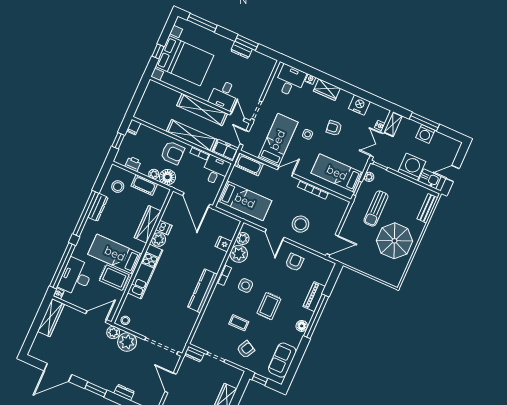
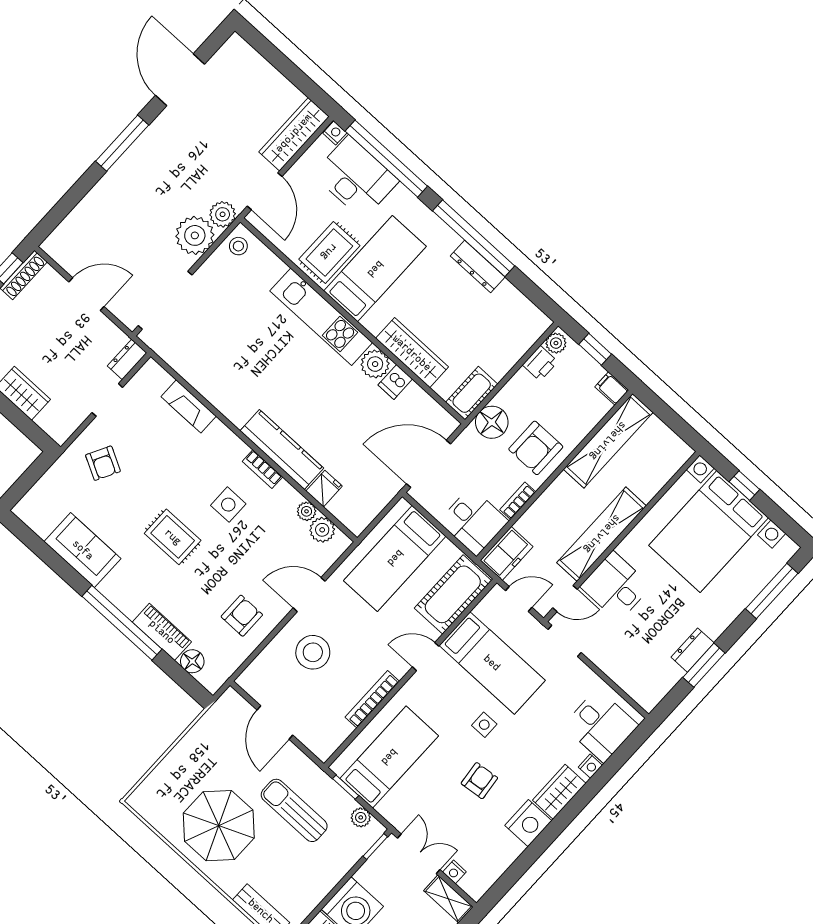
nightstand: (359, 105) -> (528, 823), moved
shelving: (192, 136) -> (608, 441), moved
cot: (249, 165) -> (453, 594), width x1.37, depth x1.34
door: (285, 172) -> (426, 657), swing flipped
plant: (154, 174) -> (556, 343), moved
cot: (144, 185) -> (472, 393), moved
stool: (118, 187) -> (506, 319), removed
door: (332, 245) -> (275, 723), moved
plant: (239, 254) -> (307, 511), width x0.53, depth x0.53
armchair: (295, 262) -> (242, 616), turned -90
kitchen counter: (203, 291) -> (282, 450), moved
wardrobe: (51, 318) -> (294, 134), moved, turned 90
fireplace: (207, 319) -> (189, 406), added
coffee table: (239, 323) -> (160, 467), removed
floor lamp: (302, 326) -> (192, 661), moved
sofa: (282, 360) -> (83, 550), moved
window: (260, 379) -> (35, 472), removed
window: (96, 389) -> (122, 143), width x1.44
dresser: (124, 393) -> (98, 197), removed

